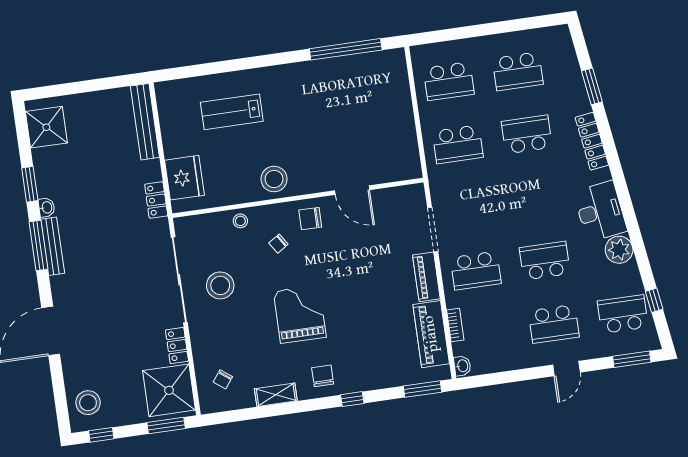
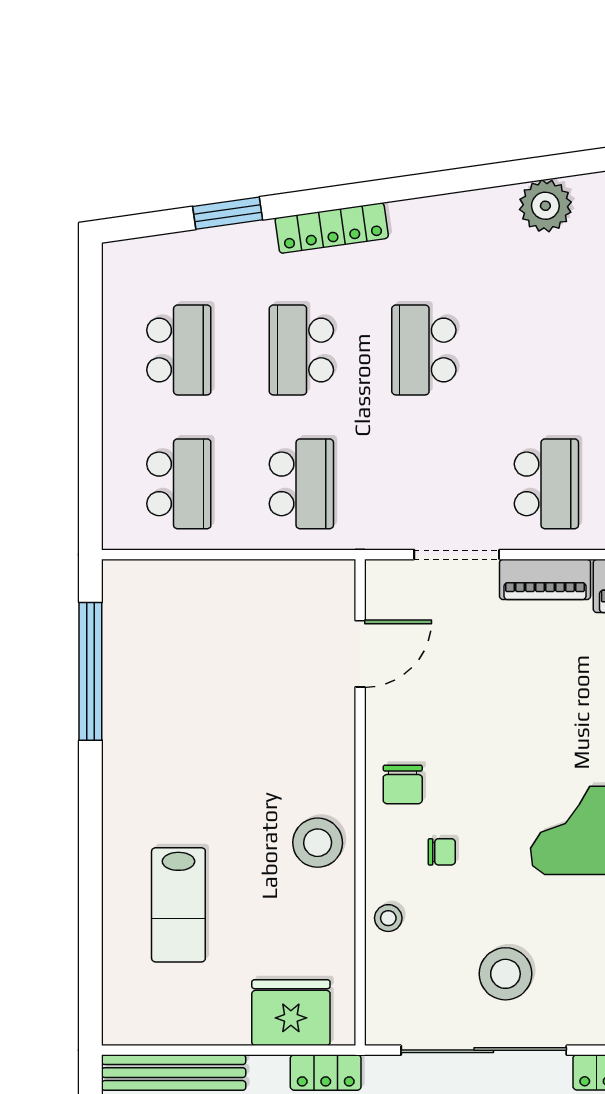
door: (352, 190) -> (360, 654), moved
desk: (600, 211) -> (467, 231), removed
chair: (278, 244) -> (442, 852), turned -57
school desk: (545, 261) -> (424, 350), moved

